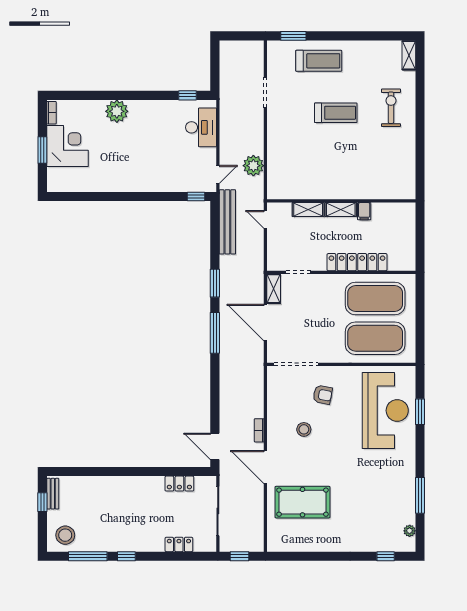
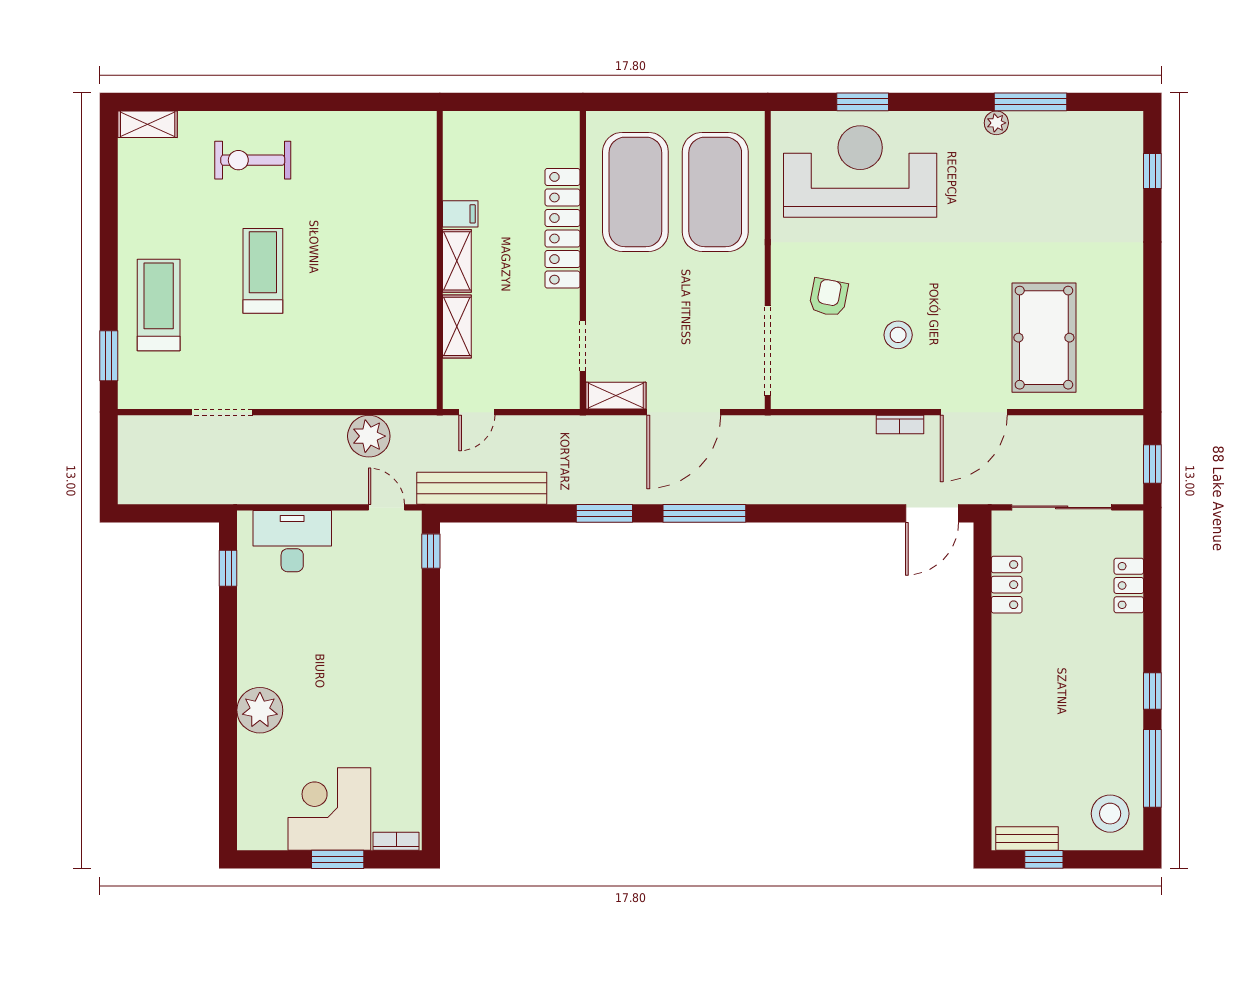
bookcase: (51, 113) -> (396, 841), moved
plant: (410, 531) -> (996, 123), moved

